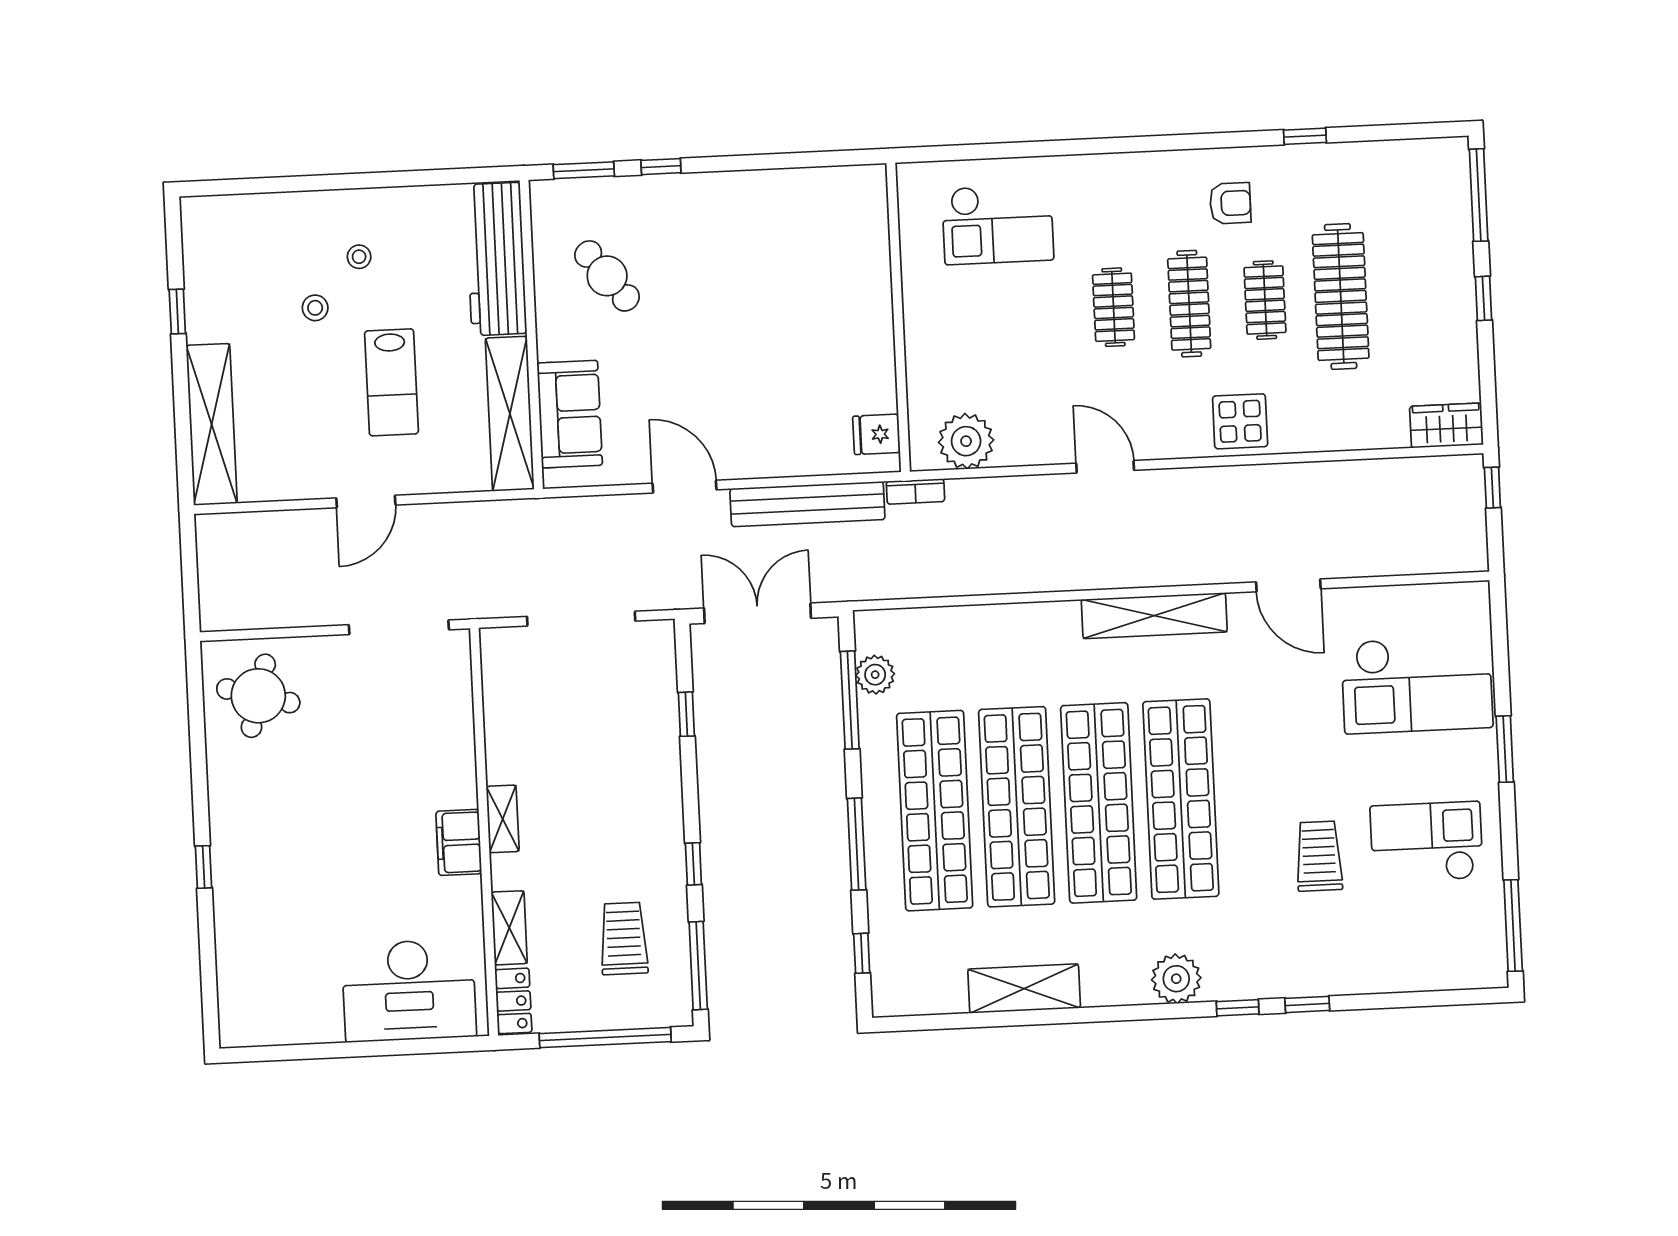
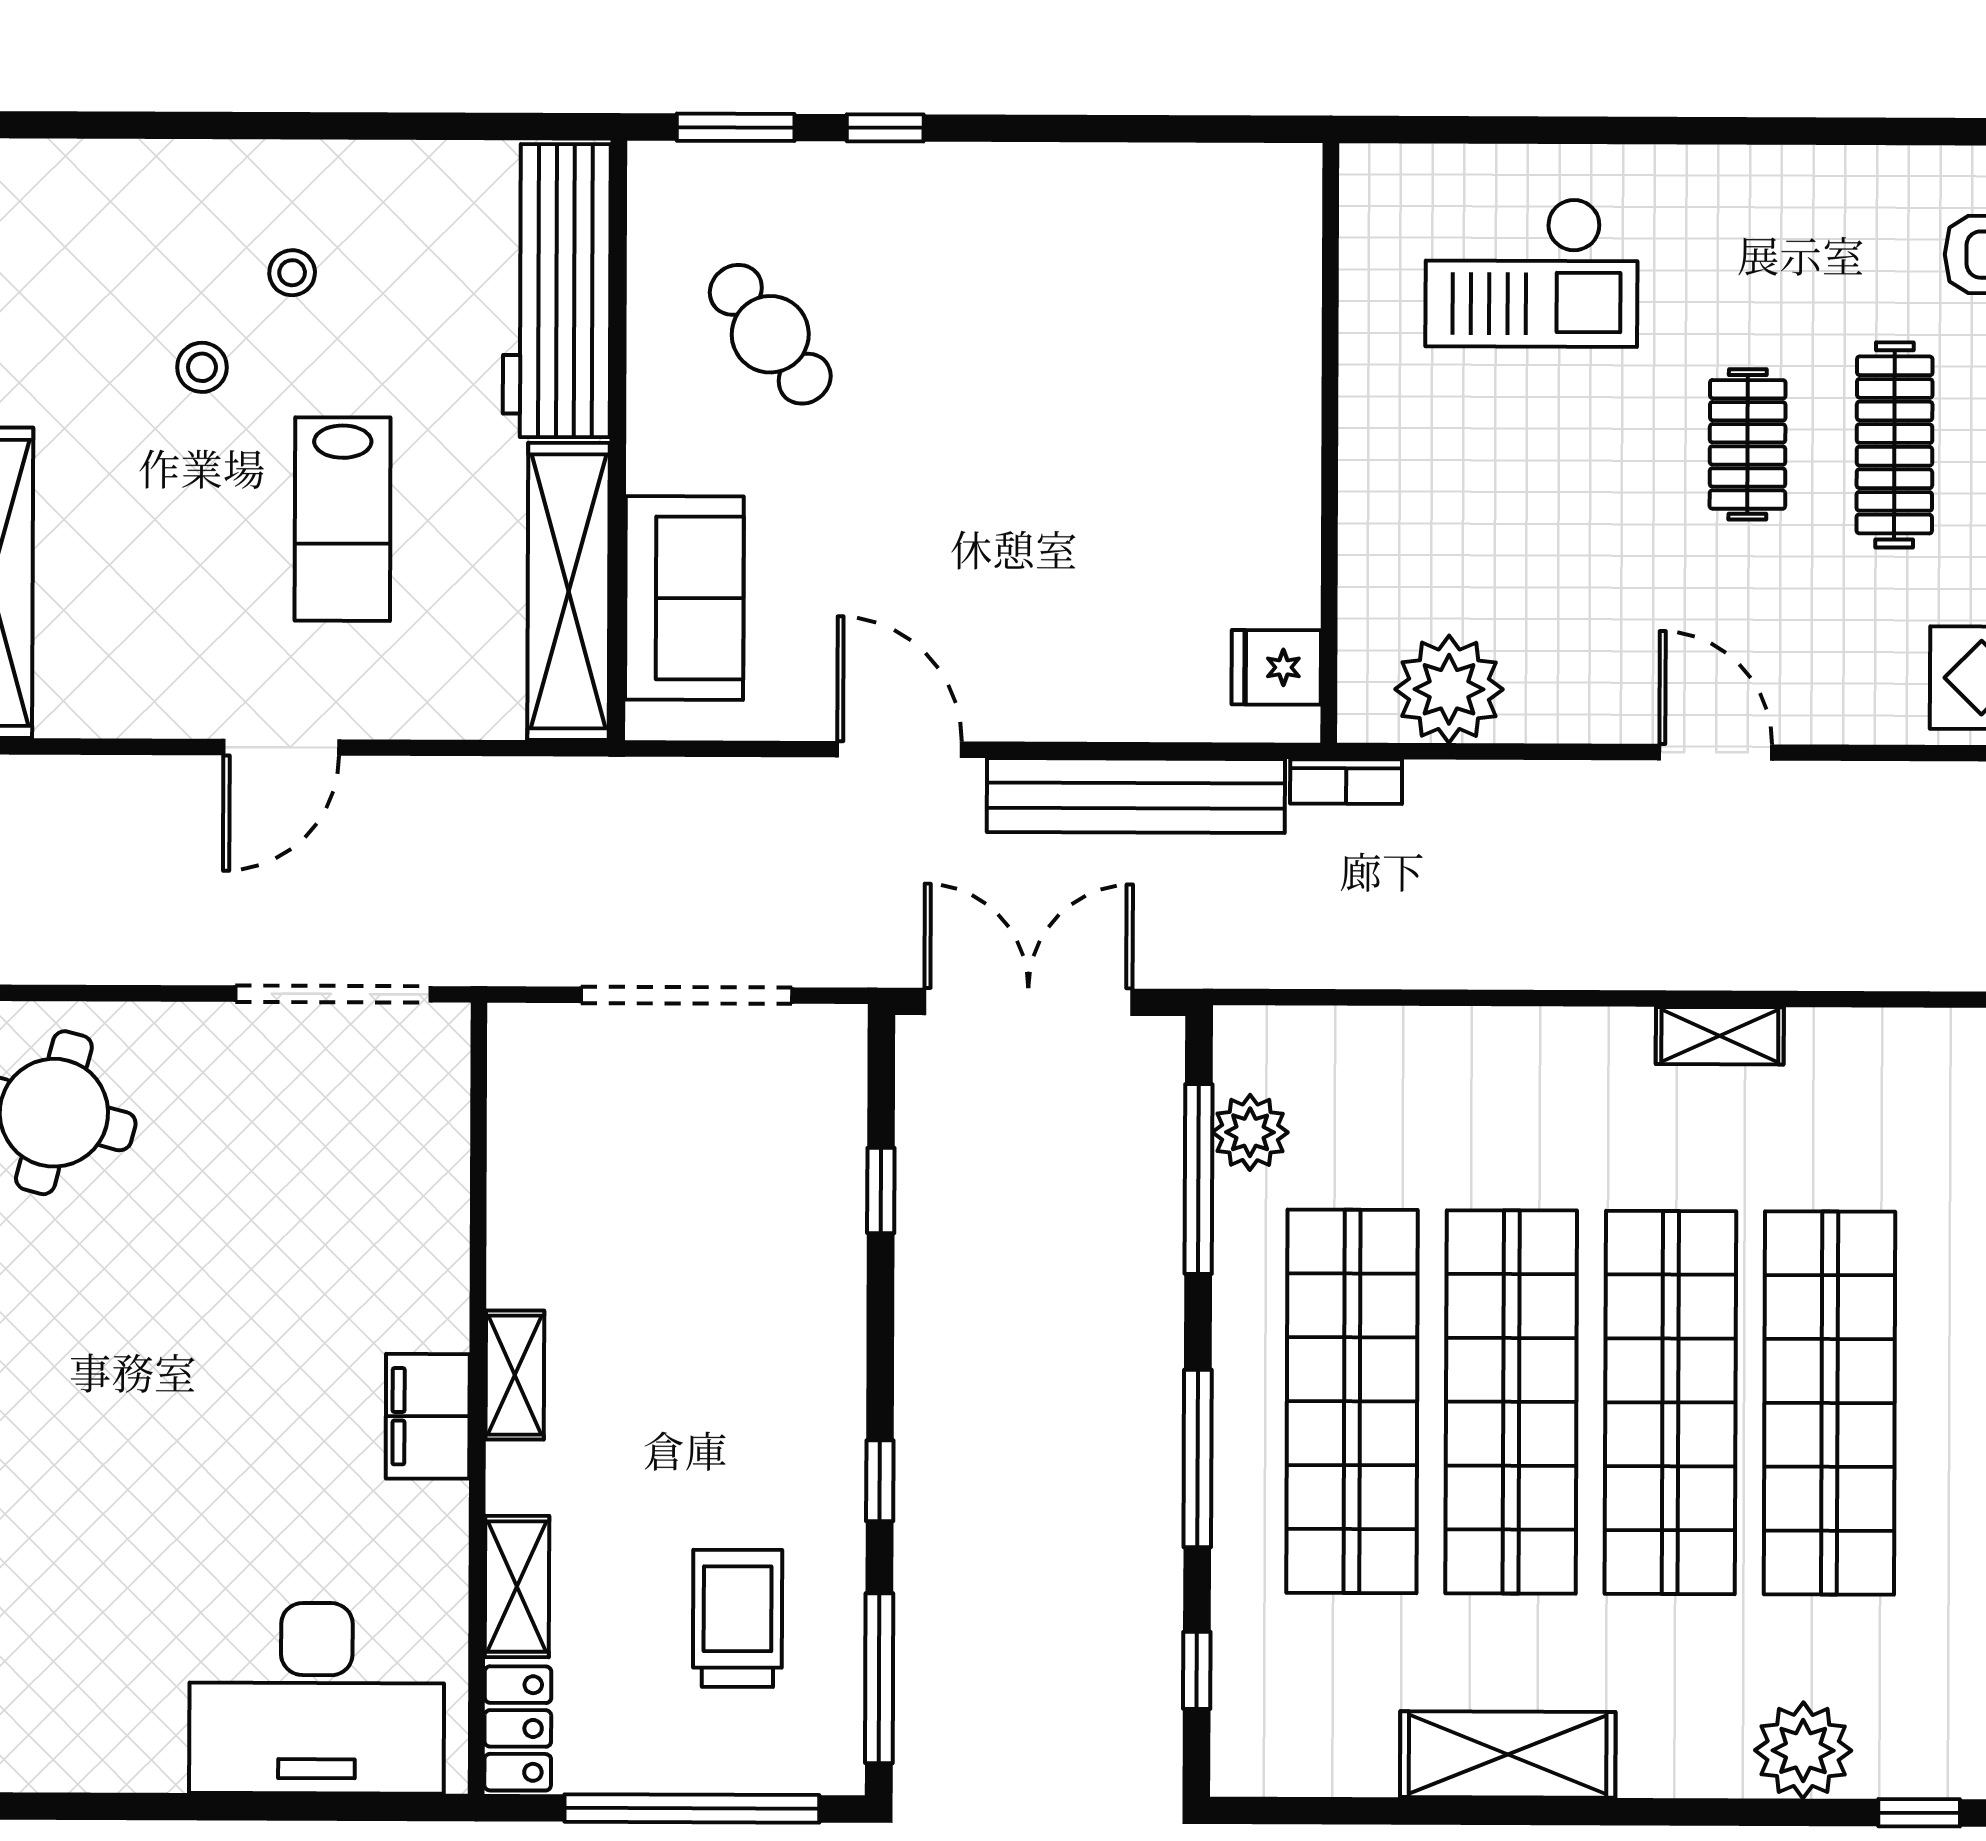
shelving: (1154, 616) -> (1720, 1036), width x0.45, depth x0.75

